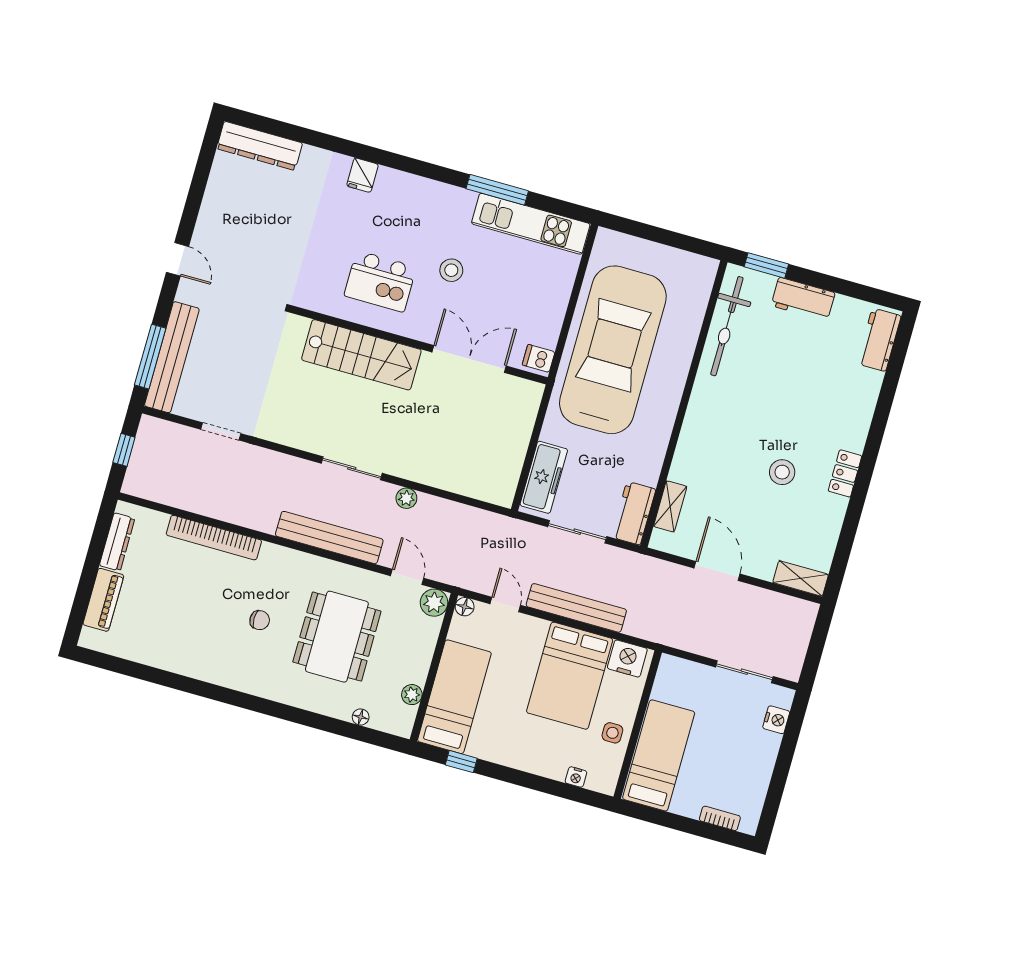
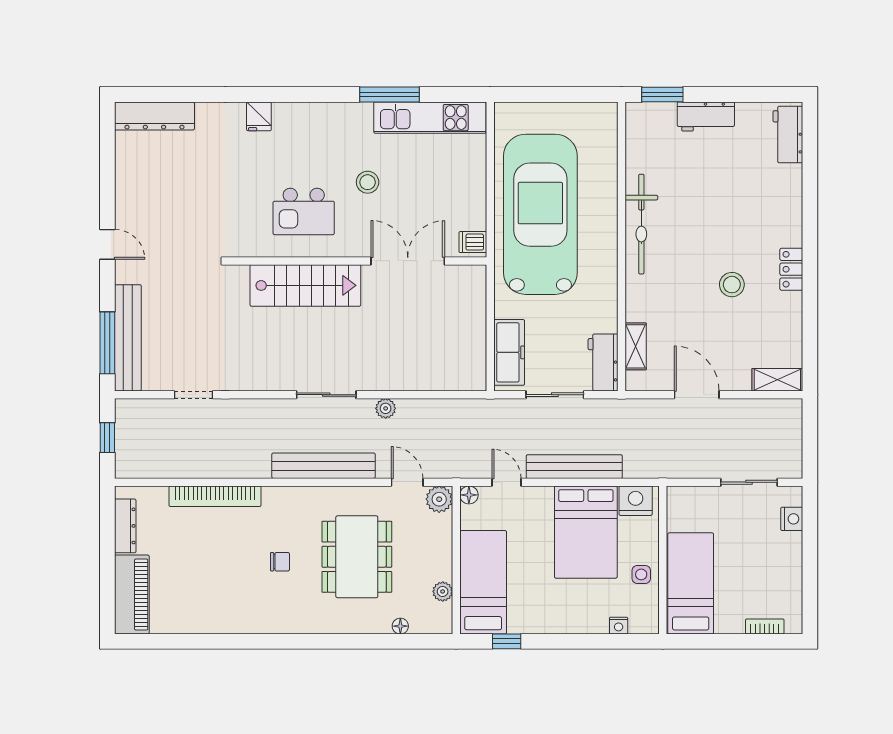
bicycle: (727, 326) -> (641, 224), moved
piano: (103, 600) -> (132, 595), width x1.37, depth x1.33

